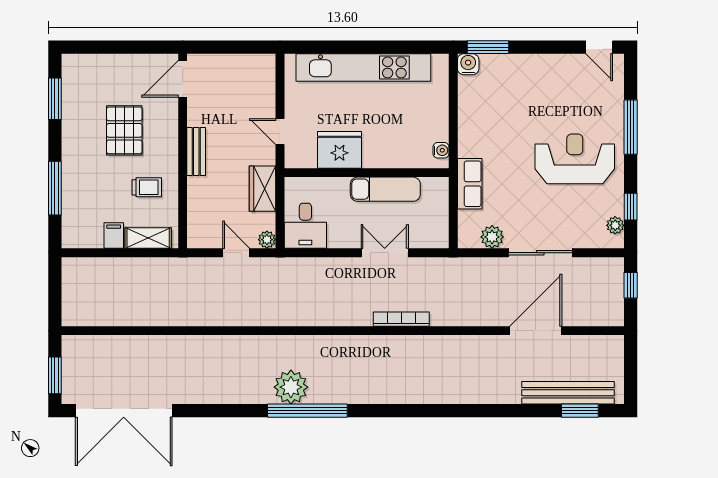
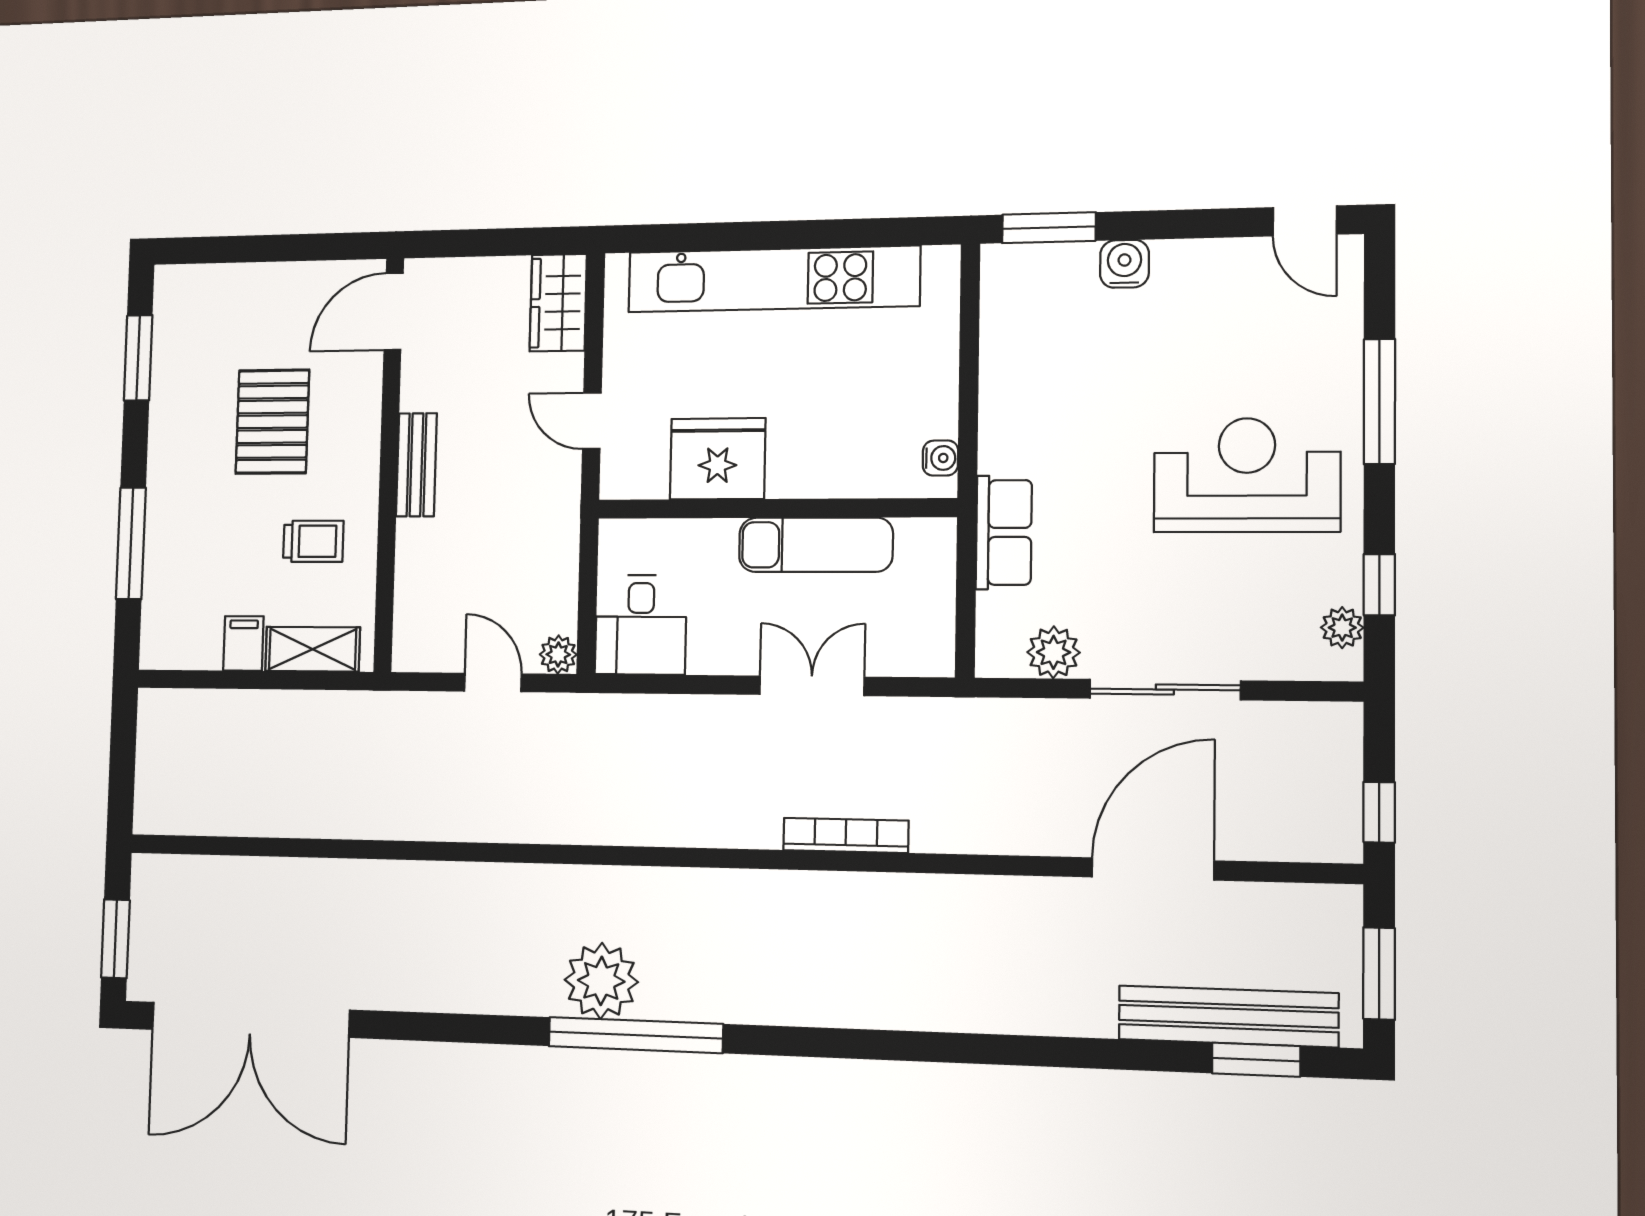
water cooler: (468, 64) -> (1124, 264), moved
wardrobe: (263, 189) -> (558, 303), moved
window: (631, 285) -> (1379, 812), moved
window: (631, 372) -> (1379, 973), added

